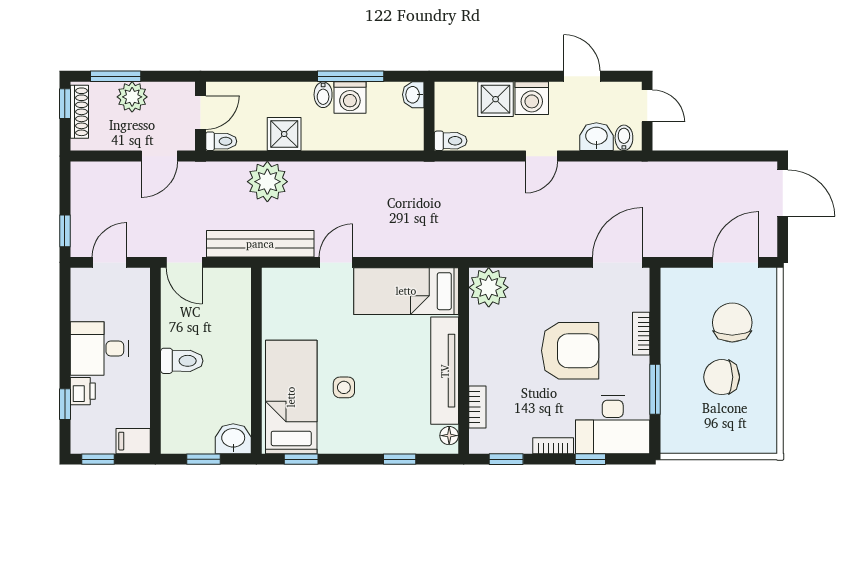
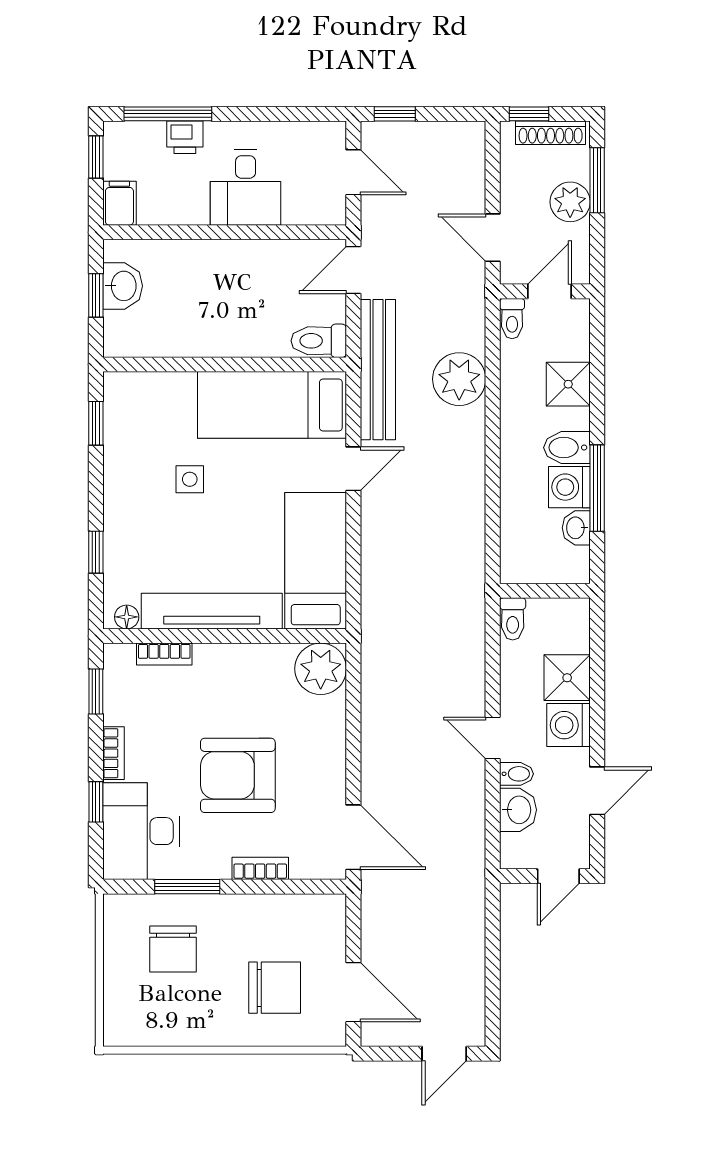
bidet: (323, 95) -> (567, 448), width x1.38, depth x1.36
washbasin: (413, 95) -> (576, 528), moved, turned -90
window: (65, 104) -> (529, 114), moved
door: (201, 113) -> (550, 291), swing flipped
shower: (284, 134) -> (568, 384), moved
bidet: (624, 138) -> (517, 774), moved
door: (783, 193) -> (444, 1054), width x0.73
door: (336, 262) -> (353, 469), hinge flipped
desk: (99, 348) -> (246, 187), moved, turned 180
armchair: (570, 351) -> (238, 775), turned 90
toilet: (182, 361) -> (319, 341), moved, turned 90
chair: (722, 377) -> (173, 949), moved, turned 180
bed: (291, 397) -> (272, 405), moved, turned 180
window: (65, 404) -> (168, 114), width x2.17
washbasin: (233, 439) -> (123, 286), moved

